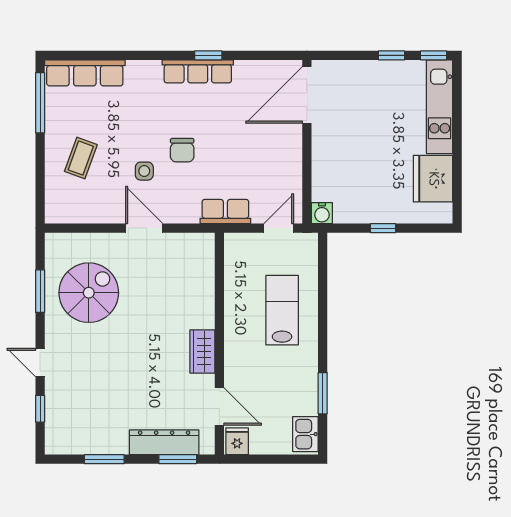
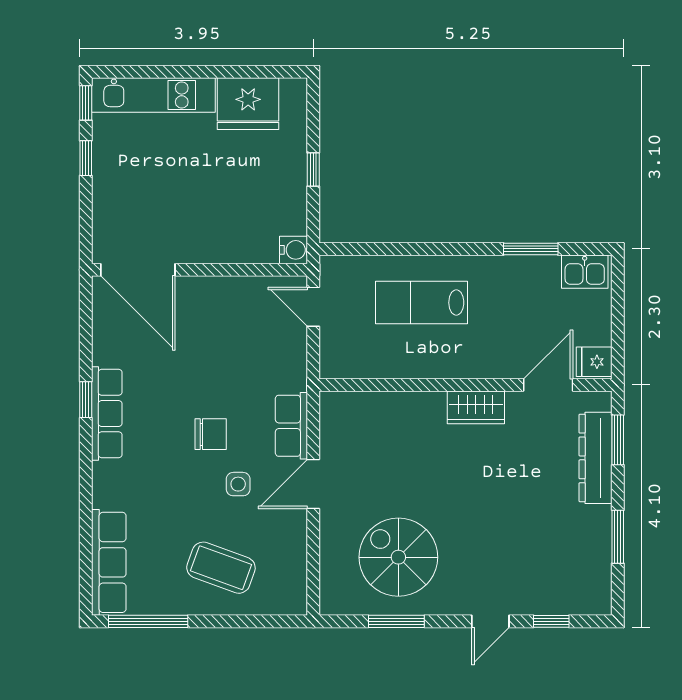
coffee table: (81, 158) -> (221, 568), width x1.36, depth x1.30
row of seats: (225, 211) -> (291, 426), moved

